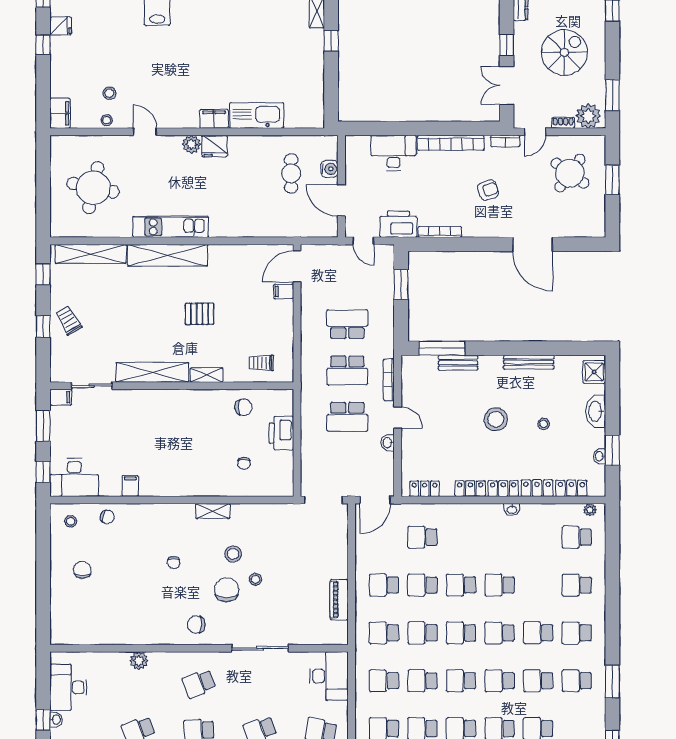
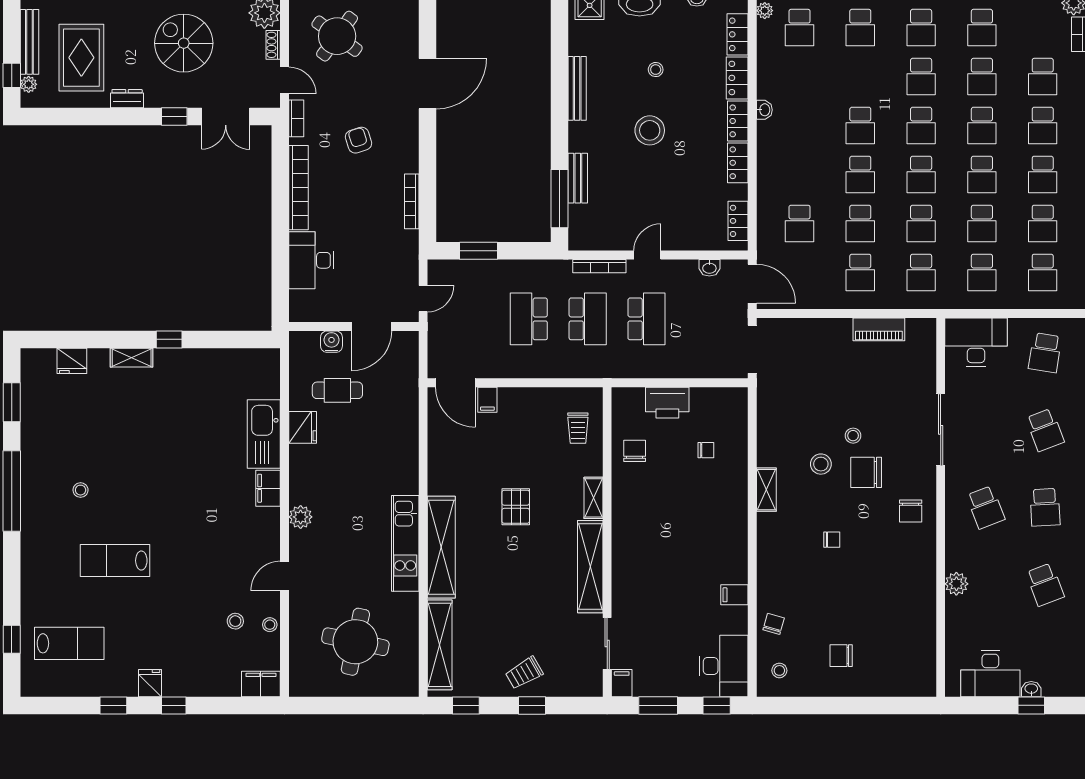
fridge: (215, 146) -> (303, 427), moved
printer: (398, 224) -> (402, 254), removed
washbasin: (388, 443) -> (709, 268), moved

